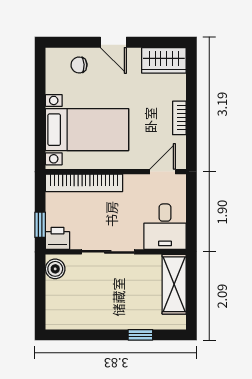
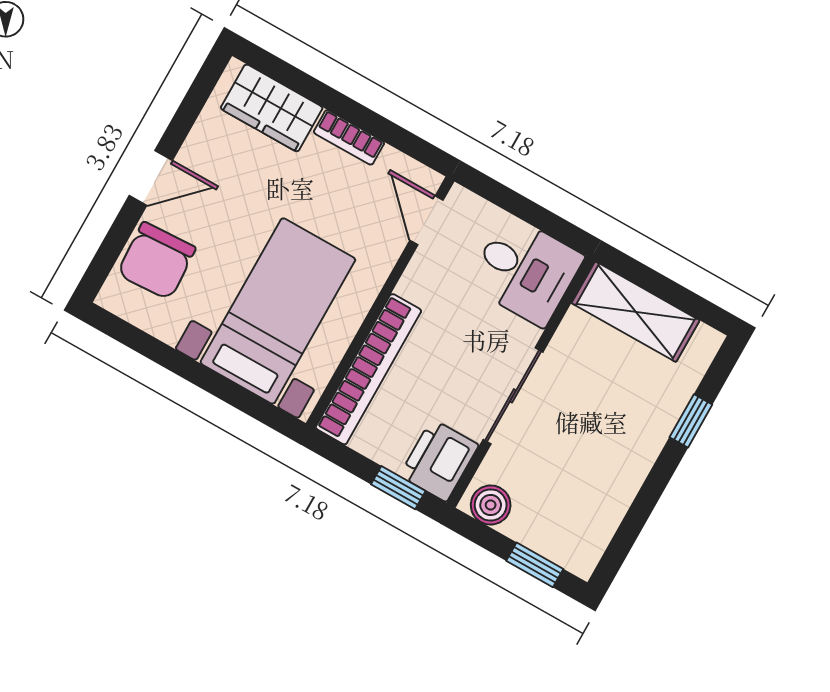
wardrobe: (164, 60) -> (272, 108), moved, turned 90
chair: (79, 65) -> (156, 261), width x1.87, depth x1.87
printer: (58, 238) -> (439, 460), width x1.36, depth x1.24
window: (40, 303) -> (535, 565), added

